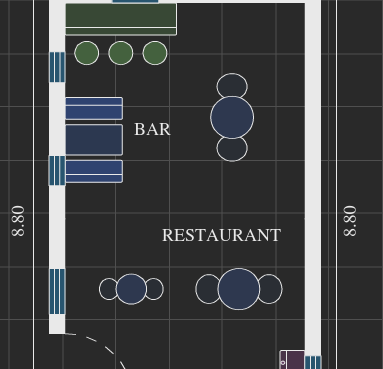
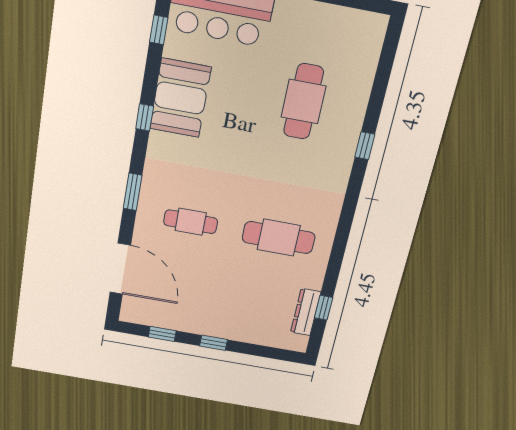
window: (313, 156) -> (365, 146), added
window: (57, 292) -> (133, 192), moved

